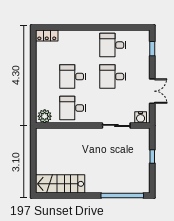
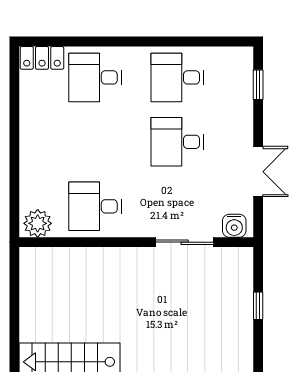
desk: (73, 77) -> (95, 77), moved

